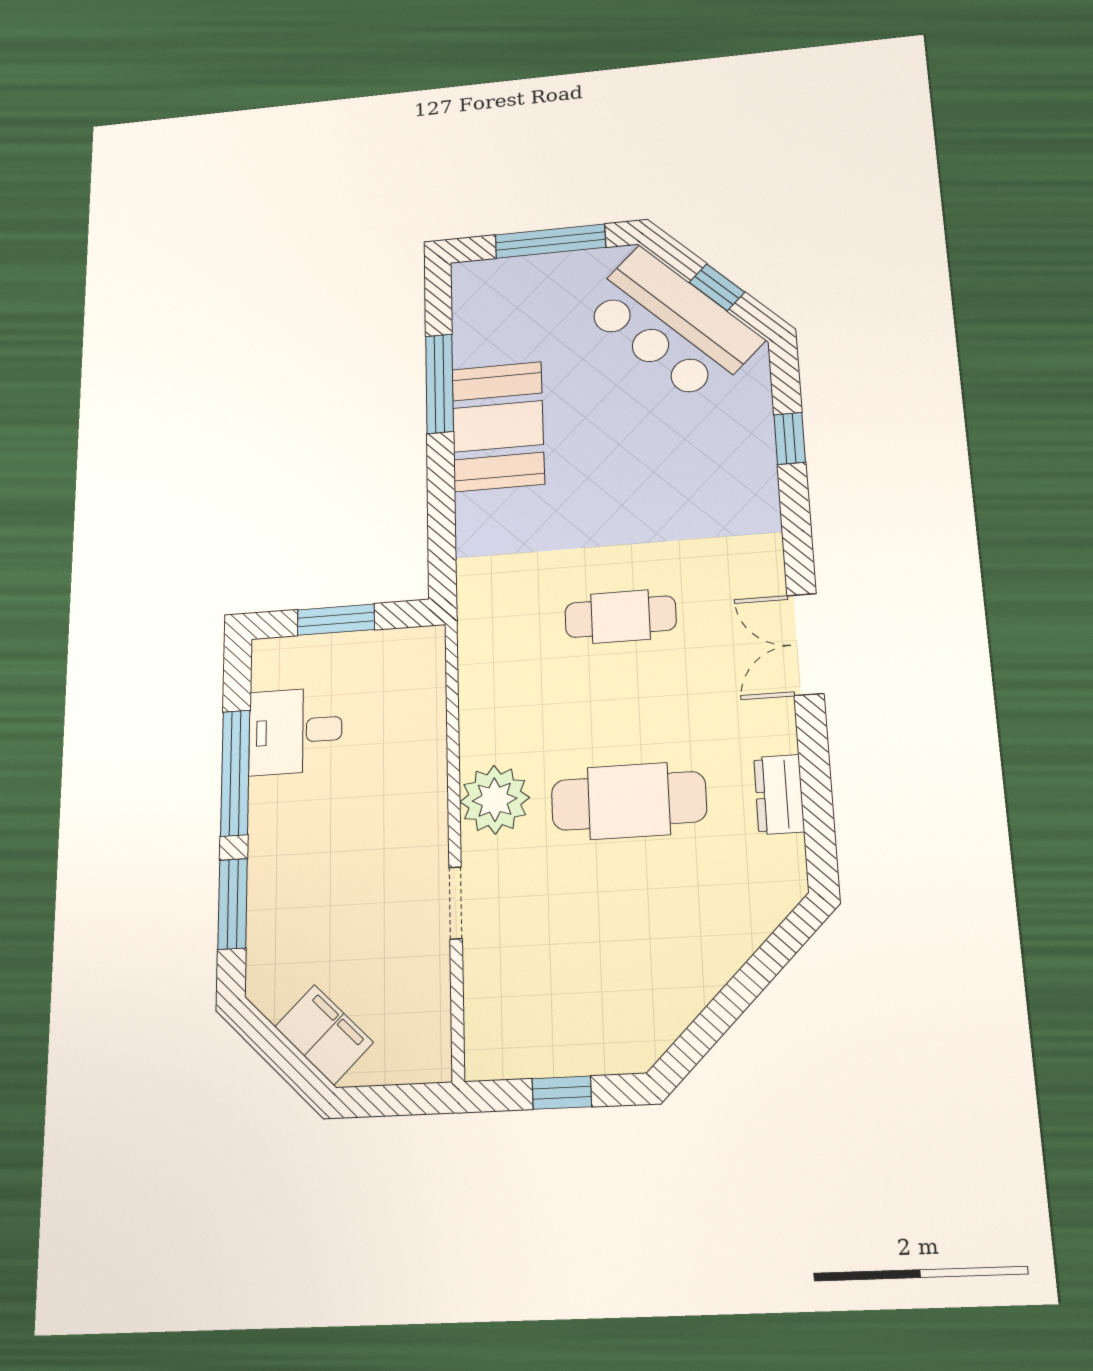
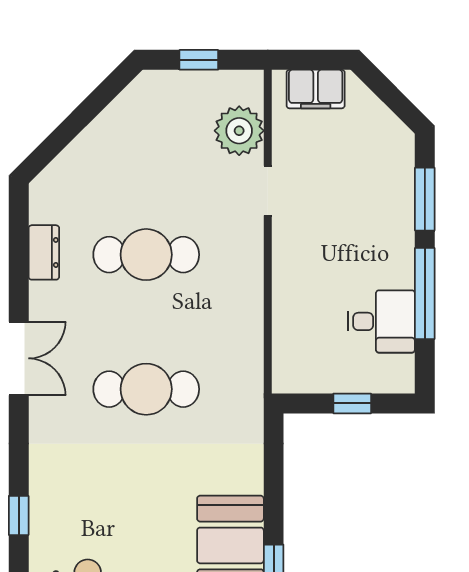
cafe table: (621, 617) -> (146, 389), width x1.37, depth x1.35
window: (336, 620) -> (352, 403), width x0.67
plant: (495, 800) -> (239, 131), moved
filing cabinet: (324, 1035) -> (316, 89), moved, turned -45

